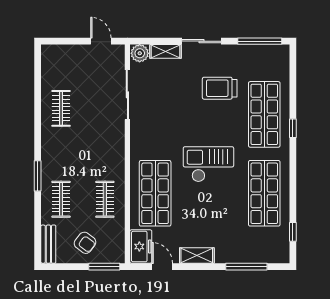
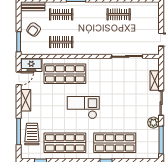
plant: (140, 53) -> (153, 123), moved
trolley: (220, 88) -> (32, 134), moved
checkout: (208, 164) -> (83, 108), turned -90

